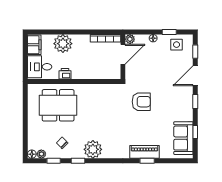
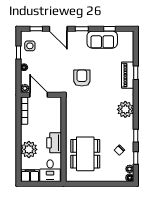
printer: (65, 74) -> (54, 143), width x1.87, depth x1.48
sofa: (183, 138) -> (102, 40), moved
plant: (93, 149) -> (125, 109), moved

